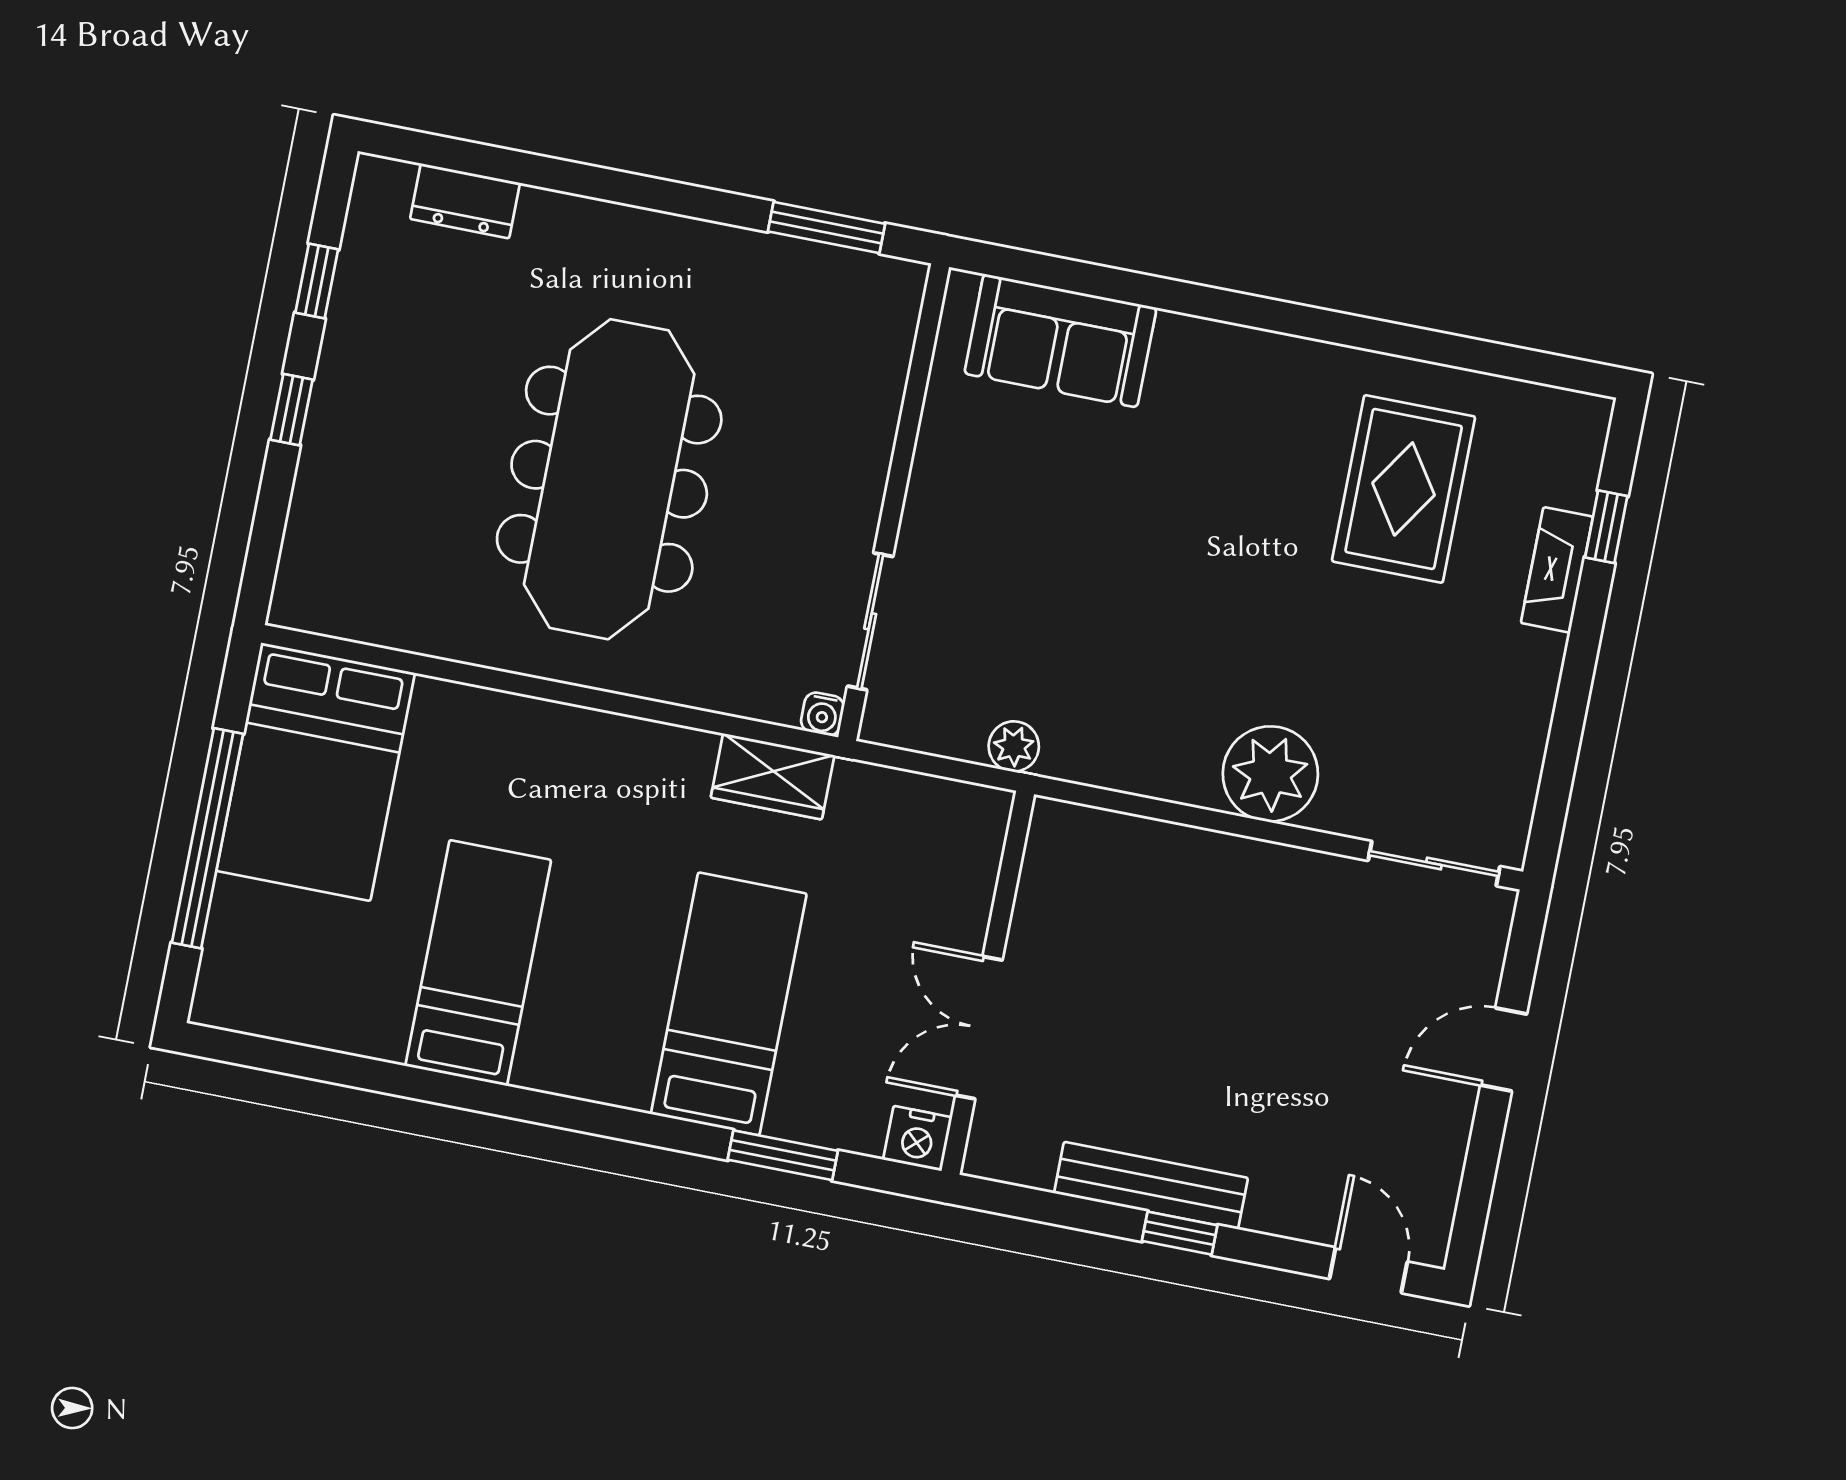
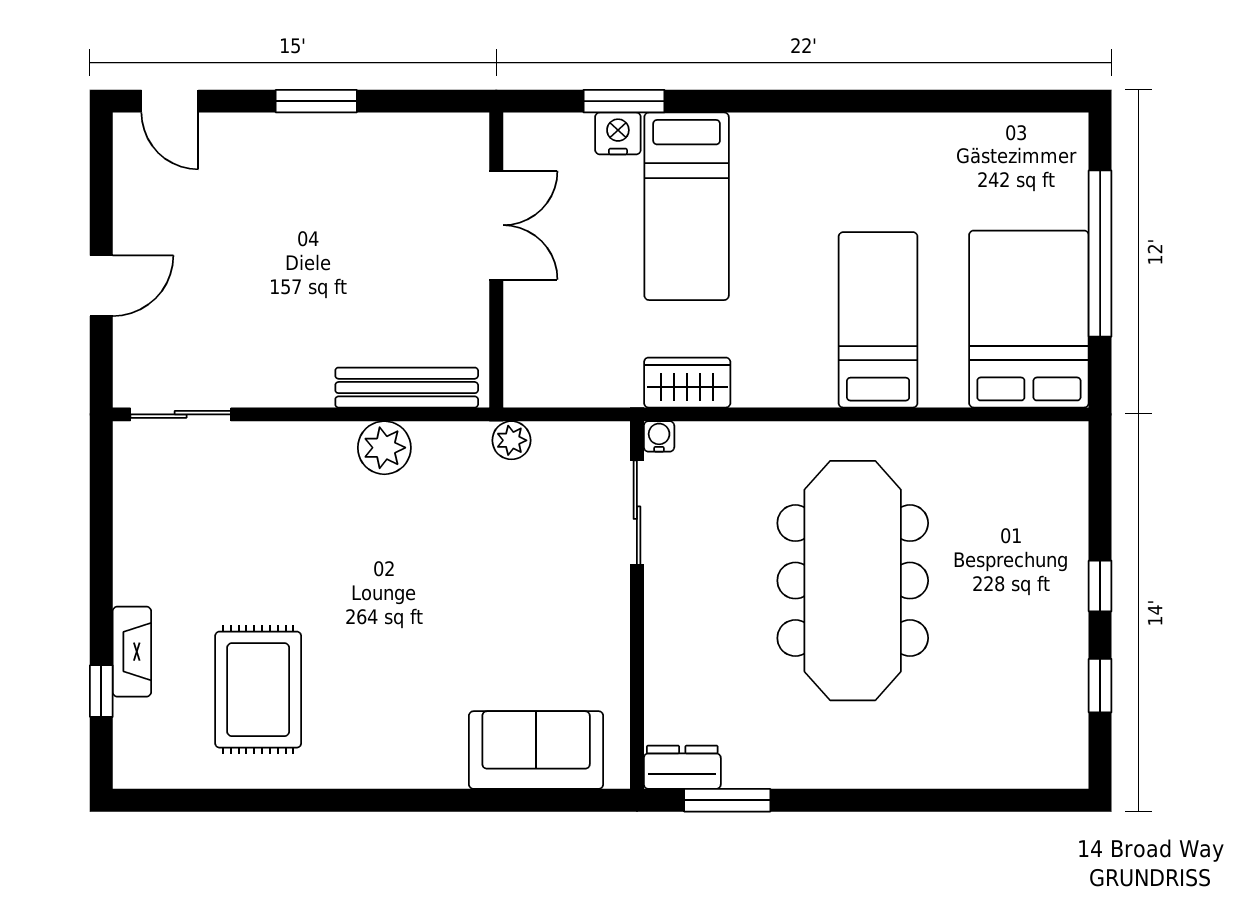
dresser: (465, 201) -> (682, 767), moved
plant: (1270, 774) -> (384, 448), moved, width x0.73, depth x0.73
bed: (478, 963) -> (878, 320), moved, turned 180
nightstand: (918, 1138) -> (618, 133), moved
bench: (1151, 1186) -> (407, 388), moved
window: (1180, 1233) -> (316, 101), width x1.50

